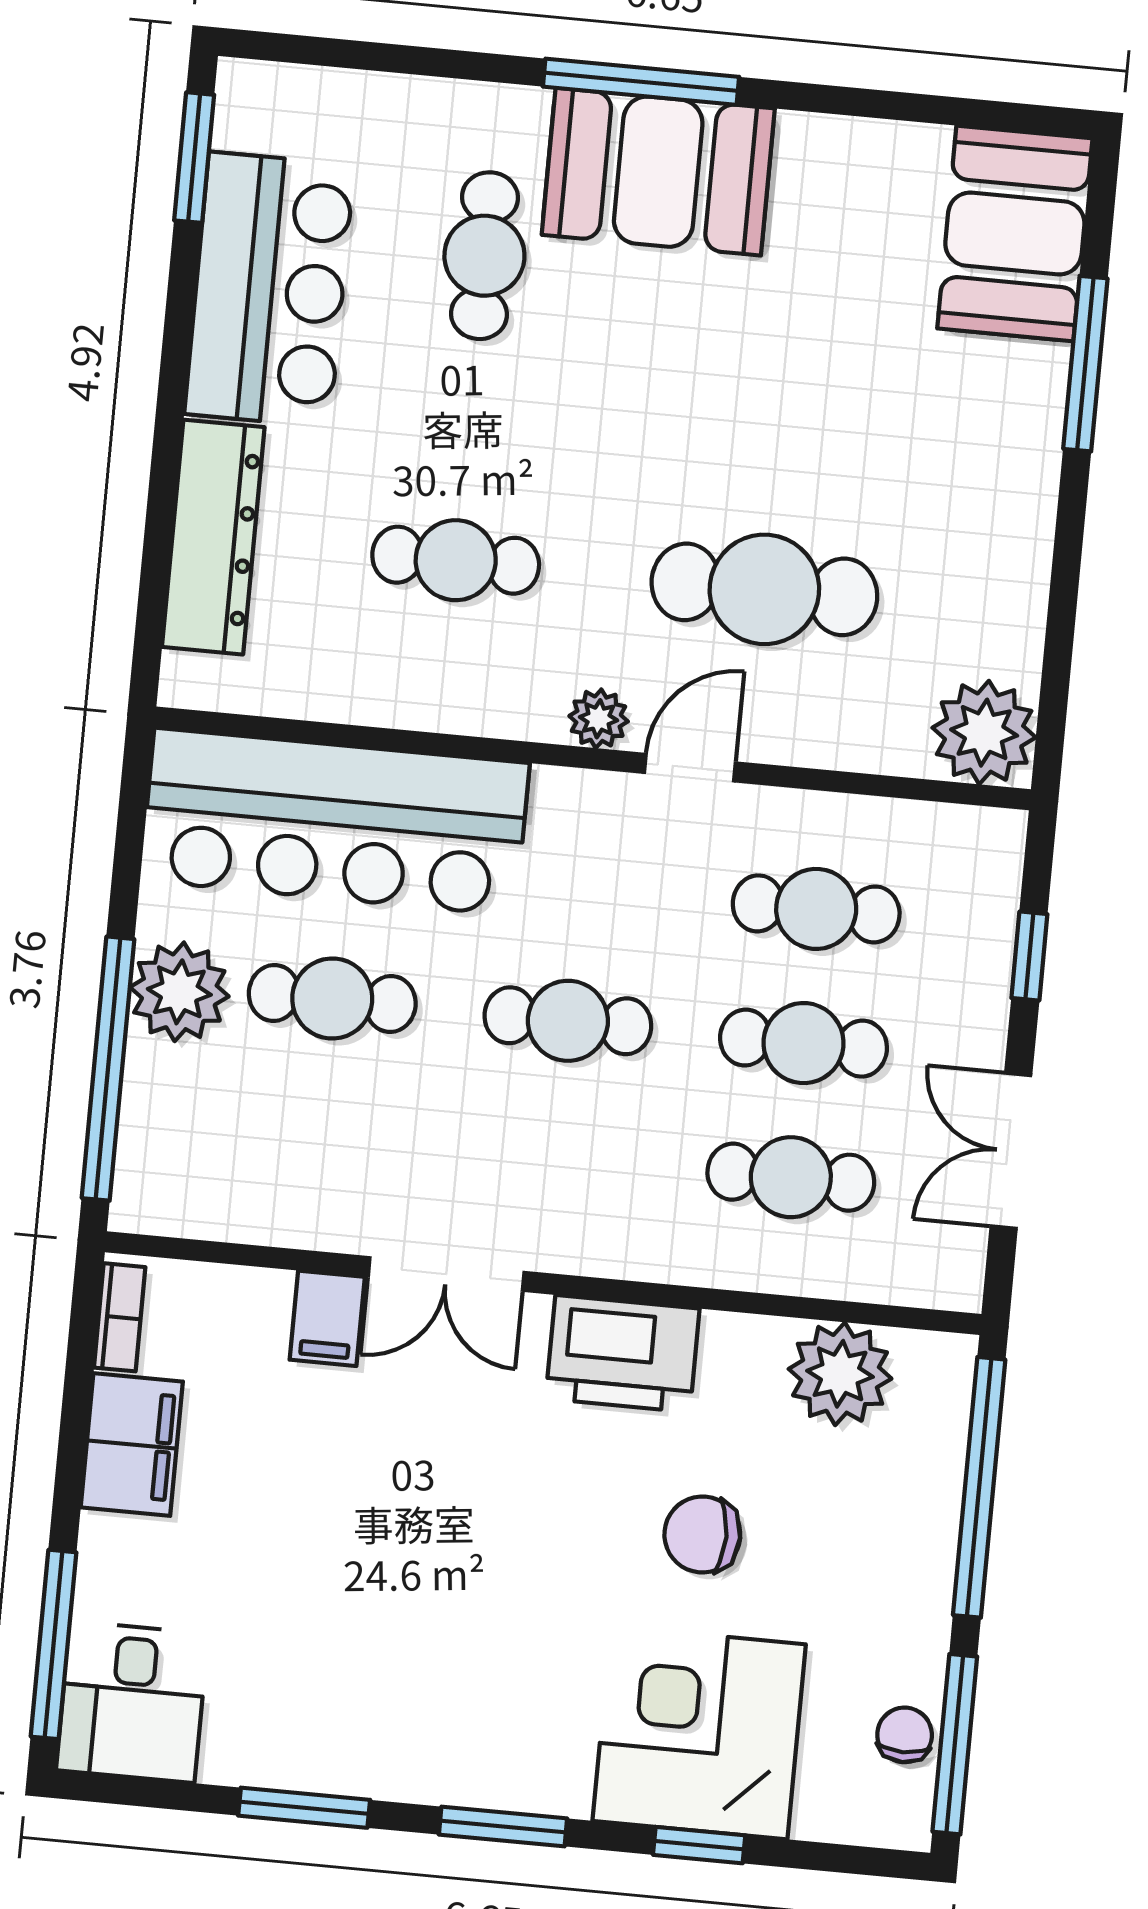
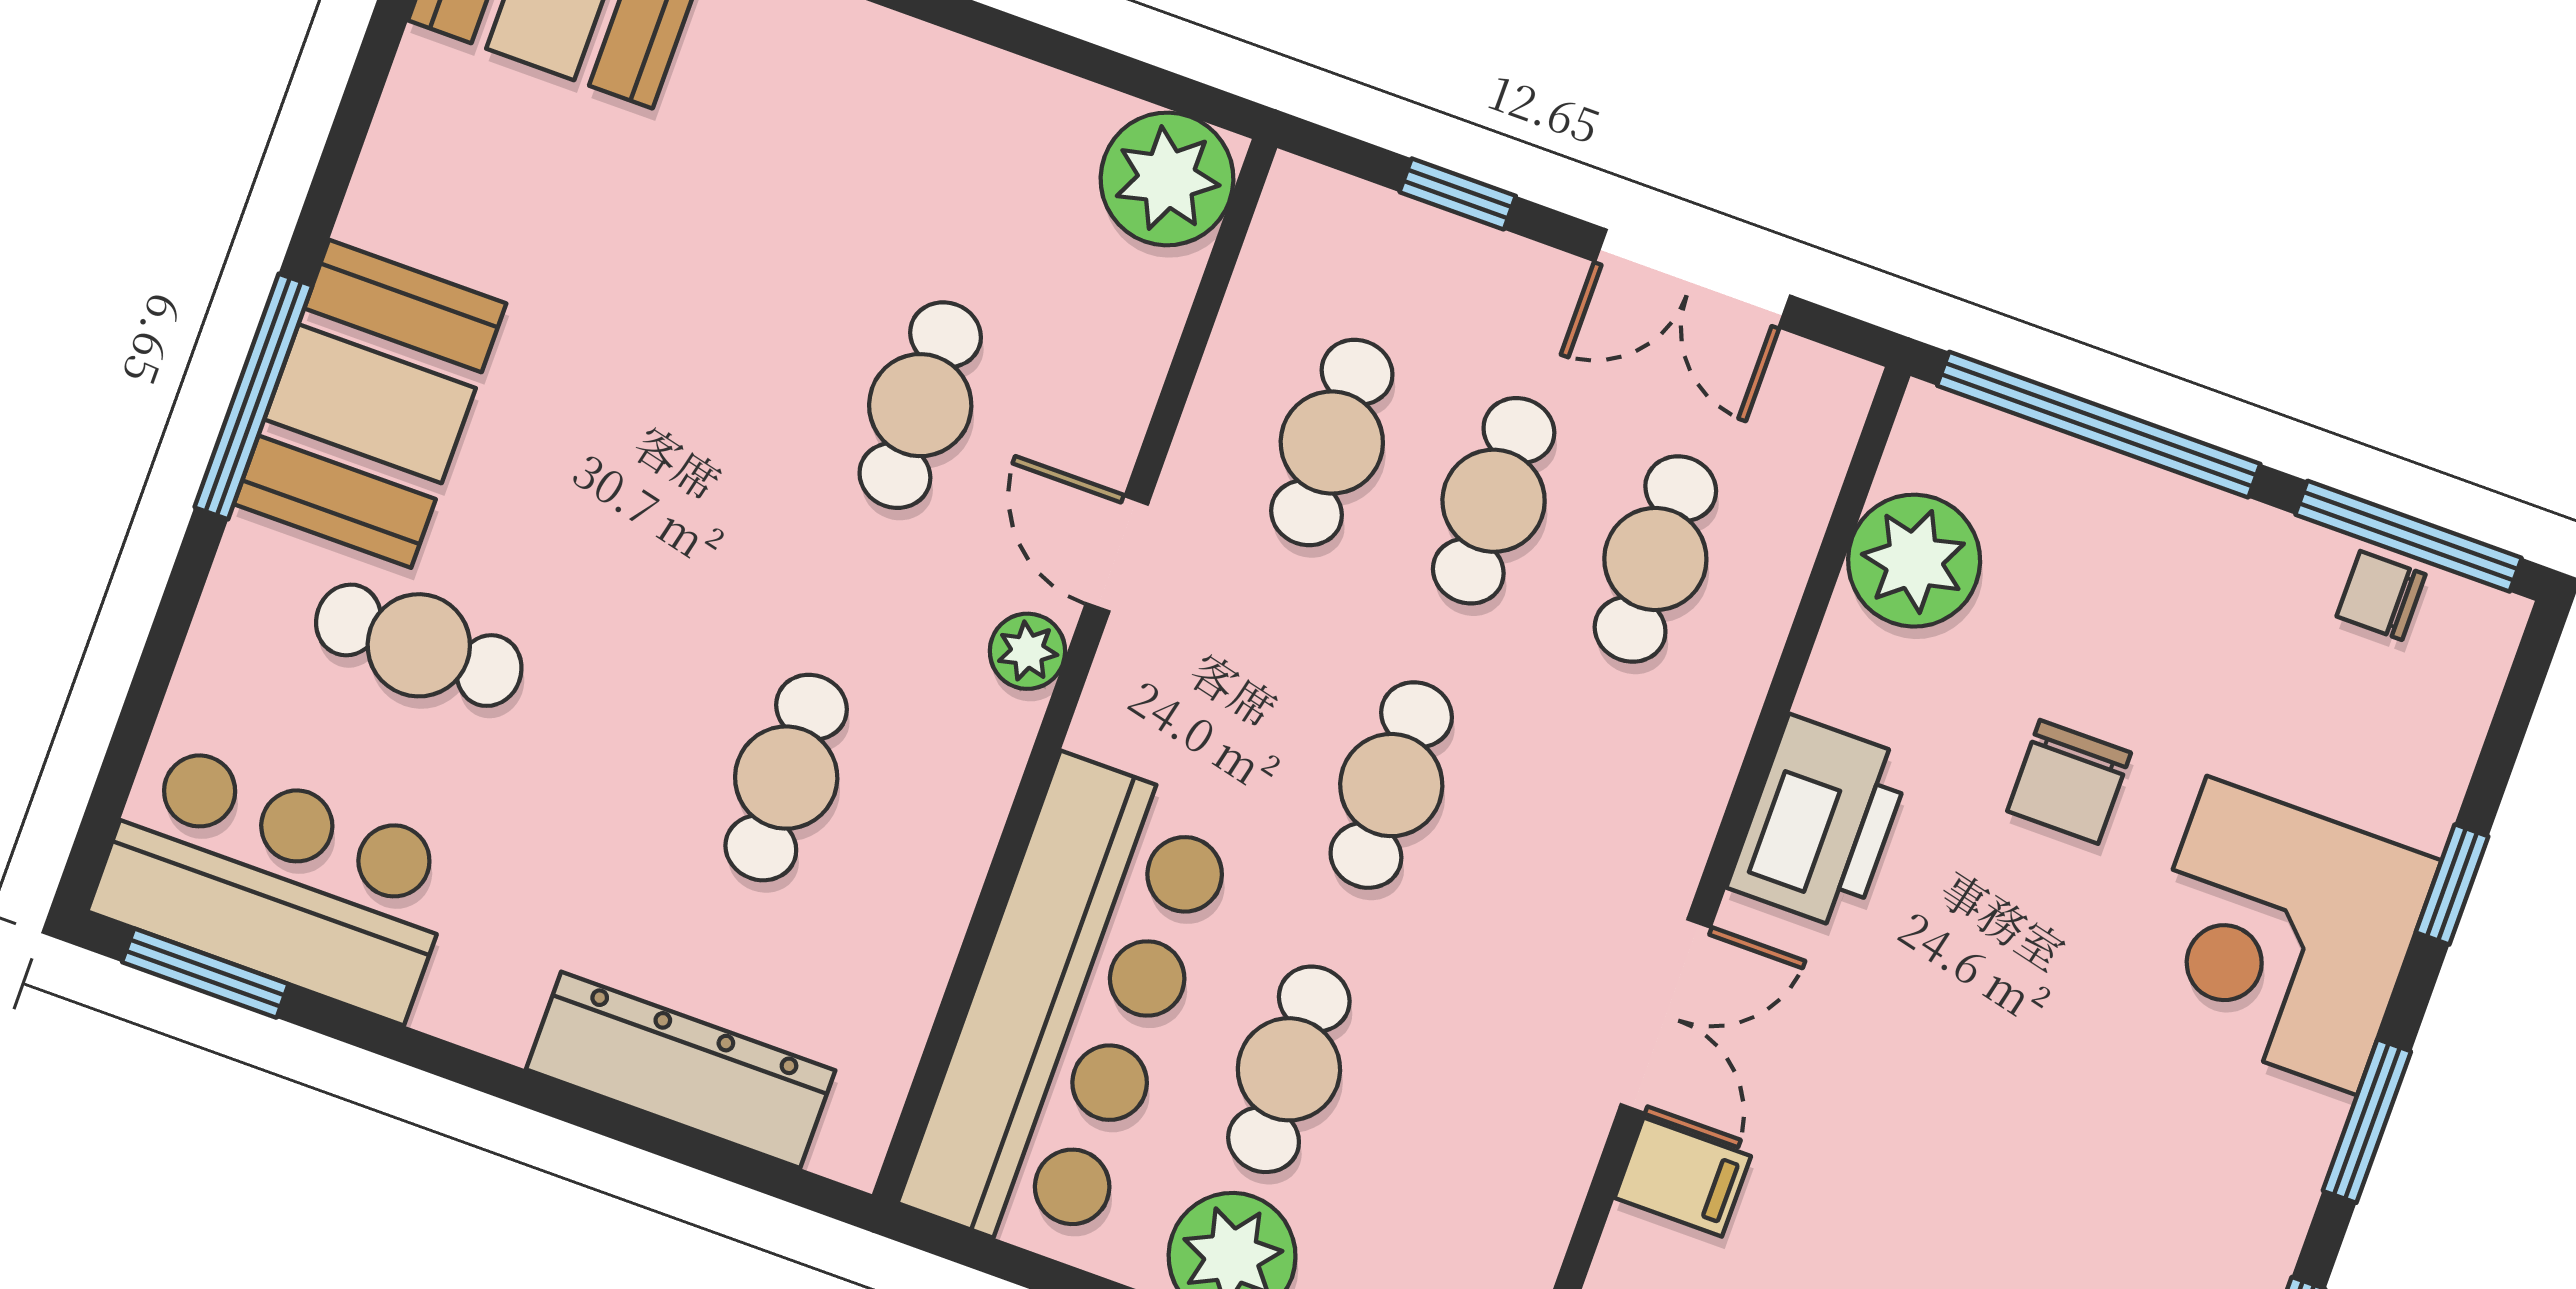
bar counter: (269, 290) -> (277, 880), moved
cafe table: (764, 589) -> (920, 405), width x0.73, depth x0.74
corner desk: (699, 1733) -> (2282, 936), moved

